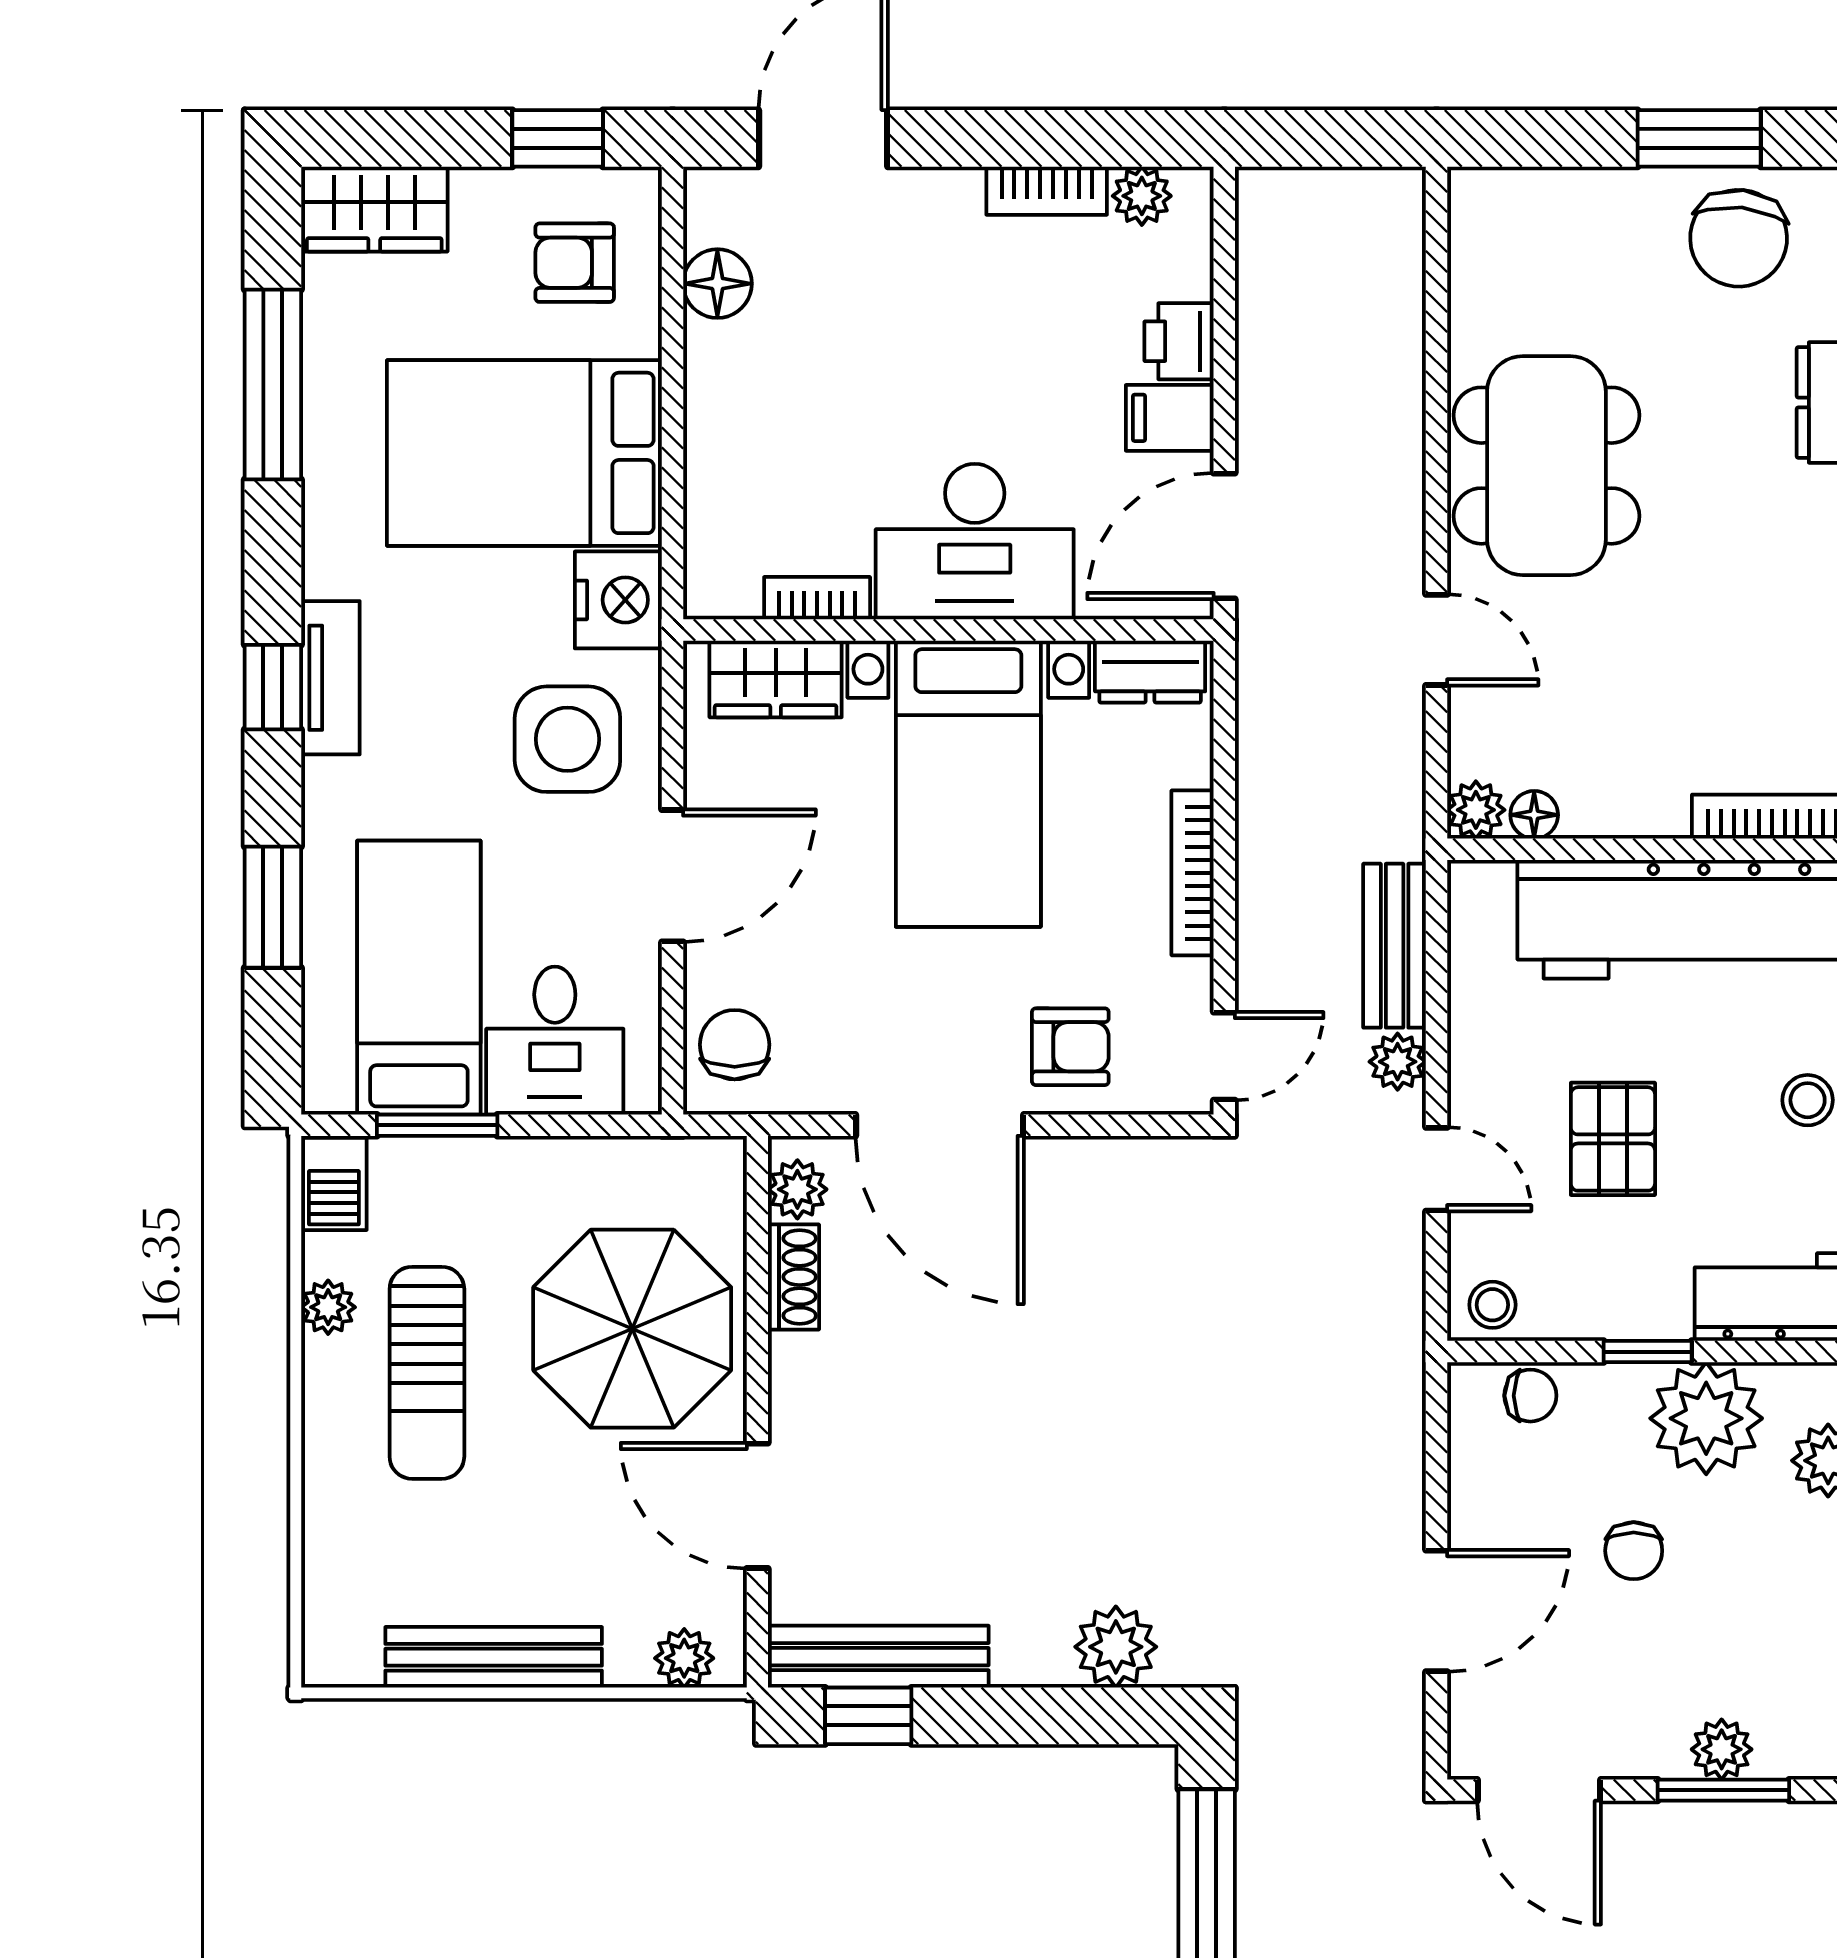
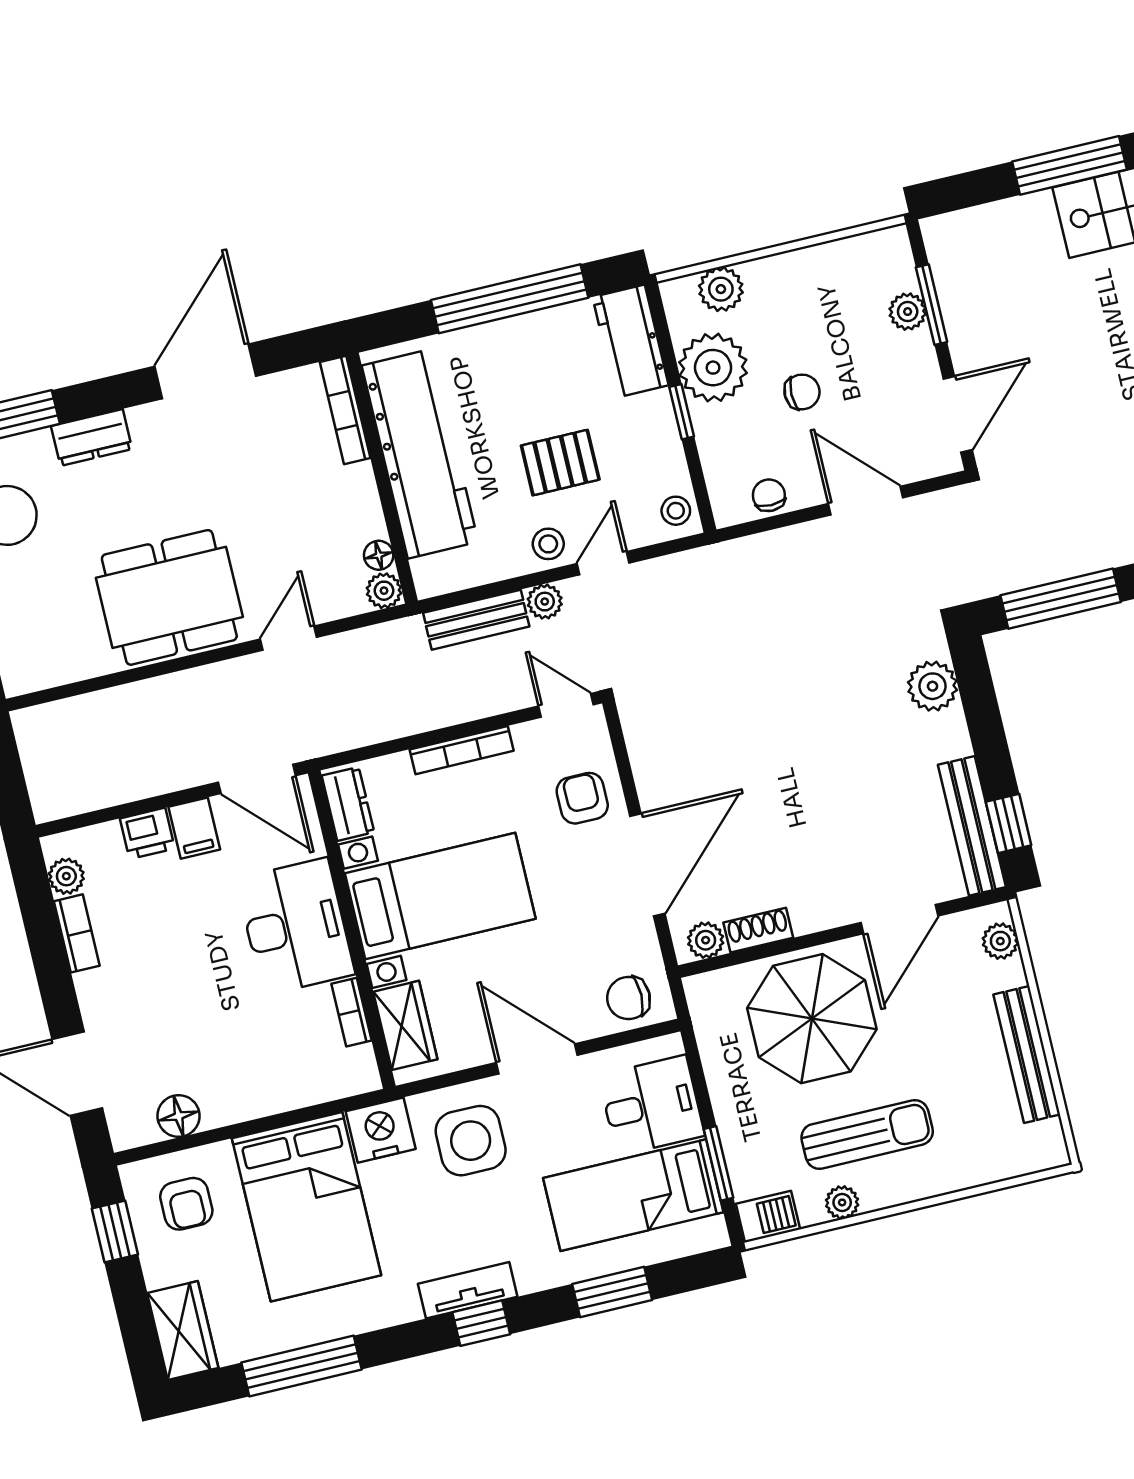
stool: (1808, 1100) -> (548, 544), moved
chair: (1530, 1396) -> (769, 495), moved

